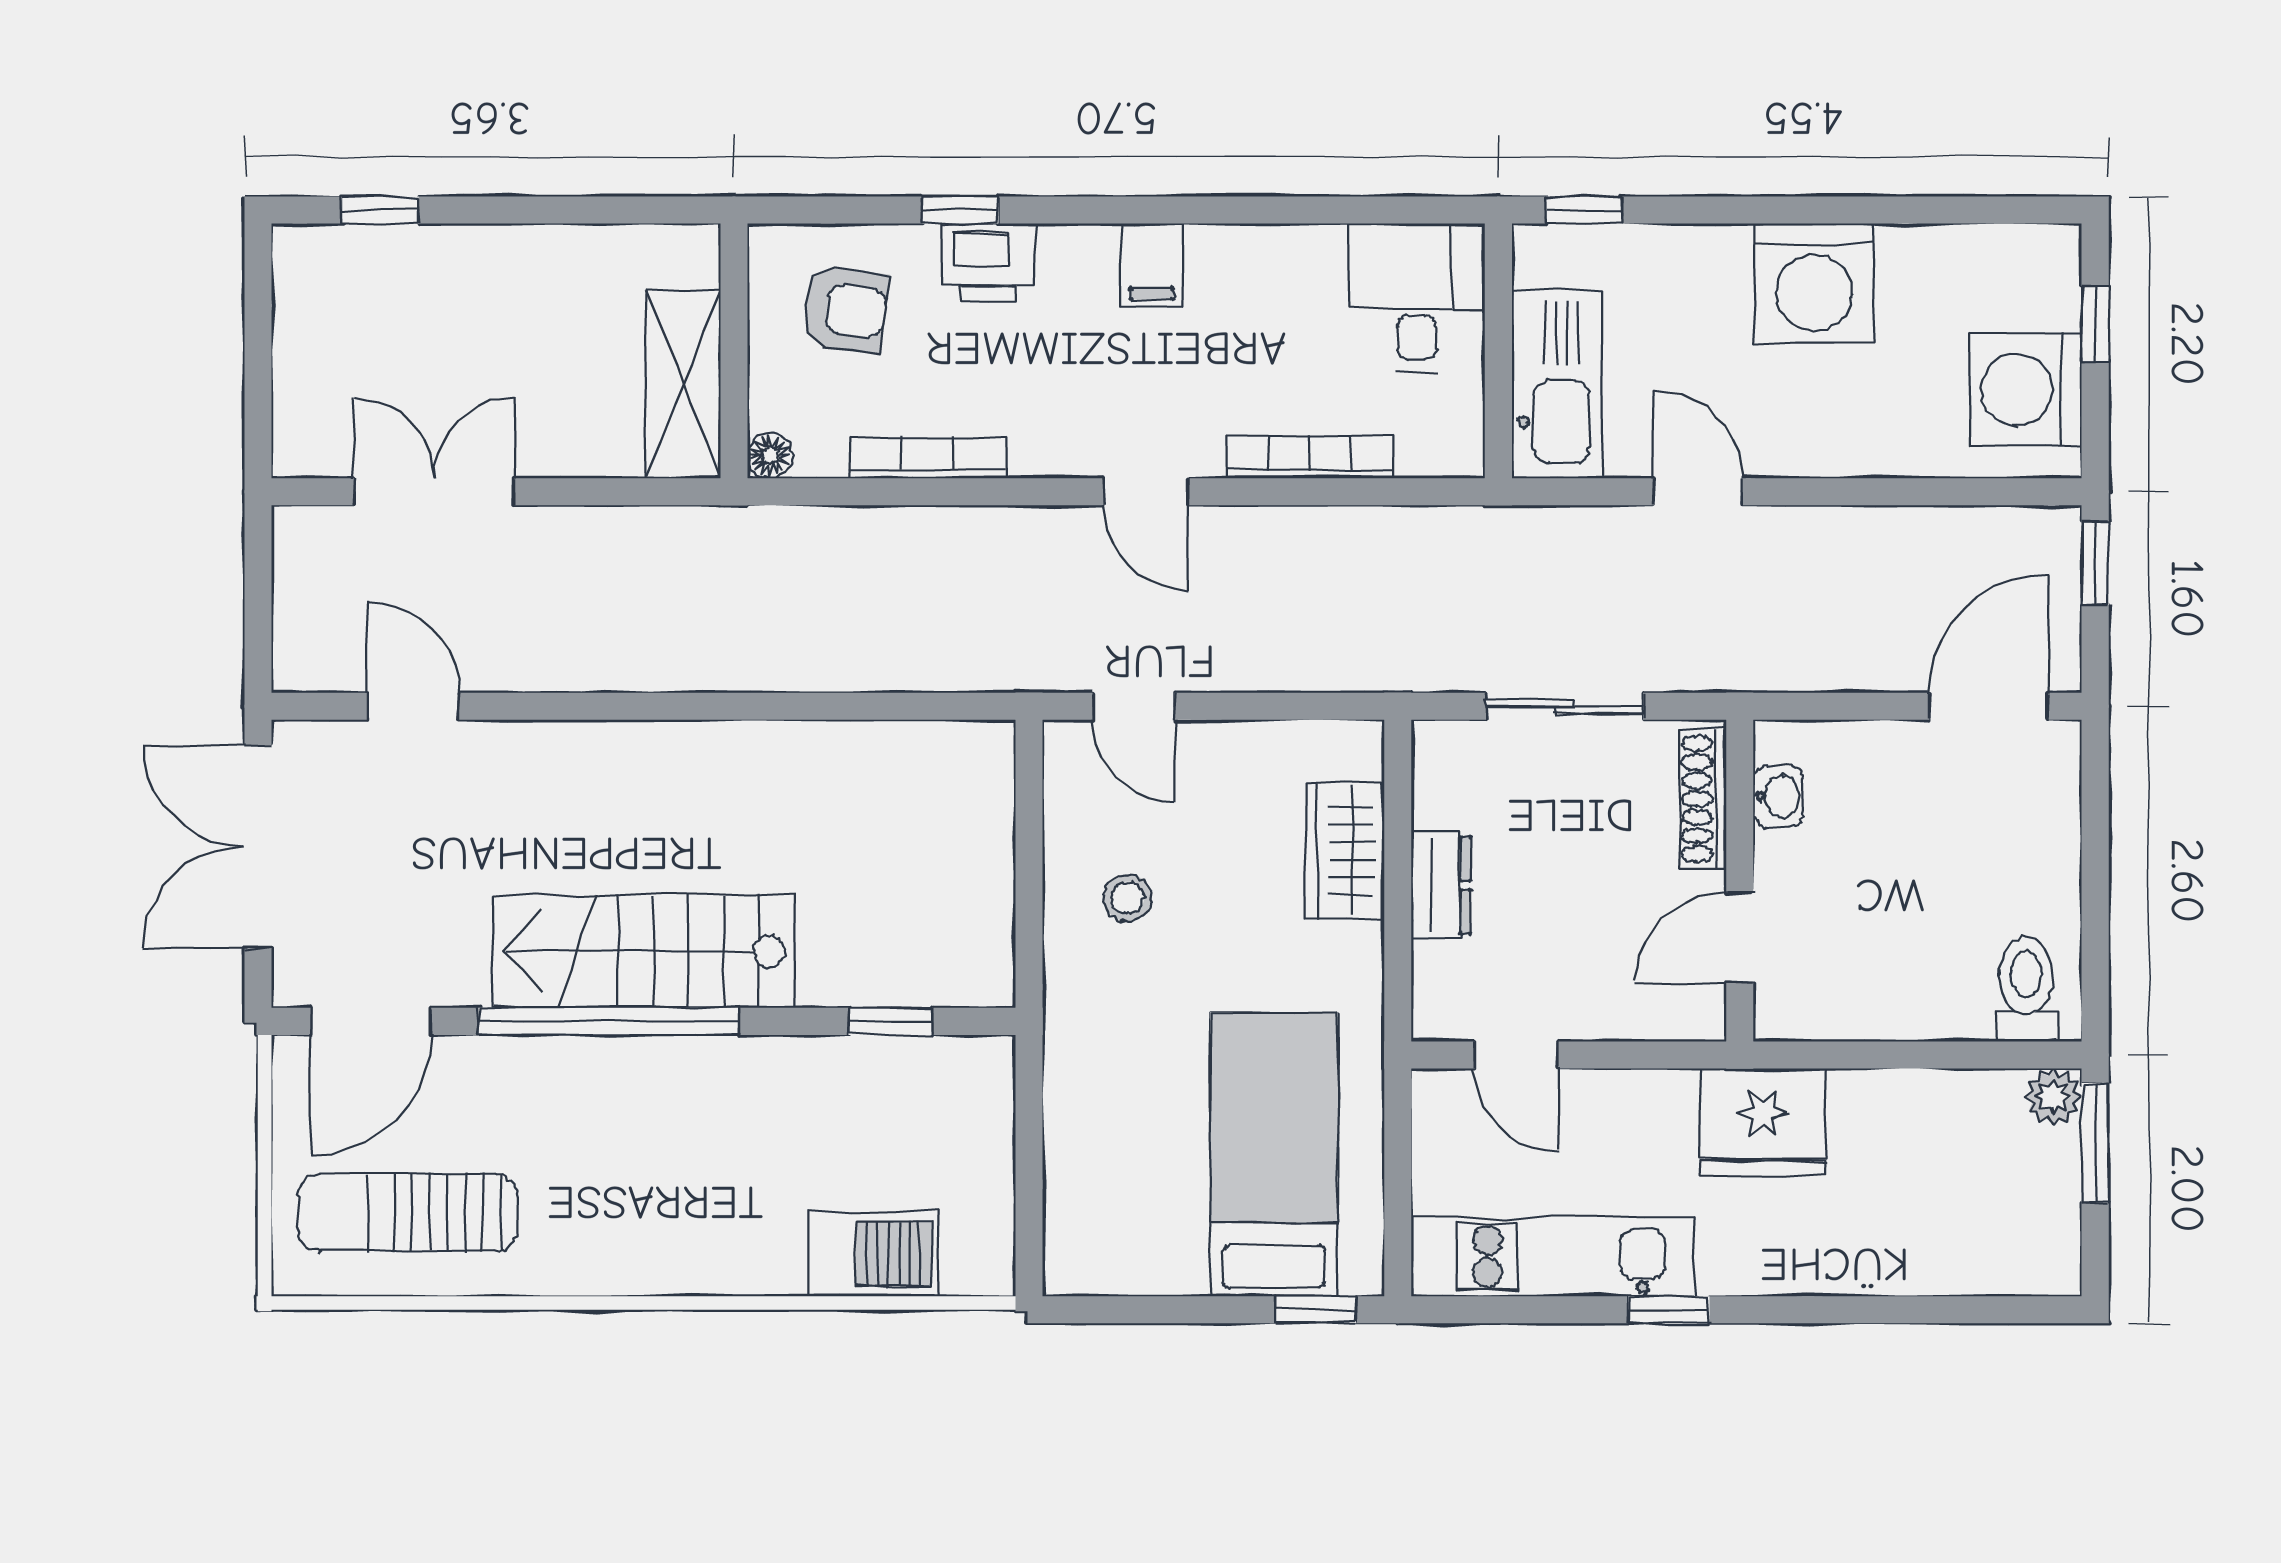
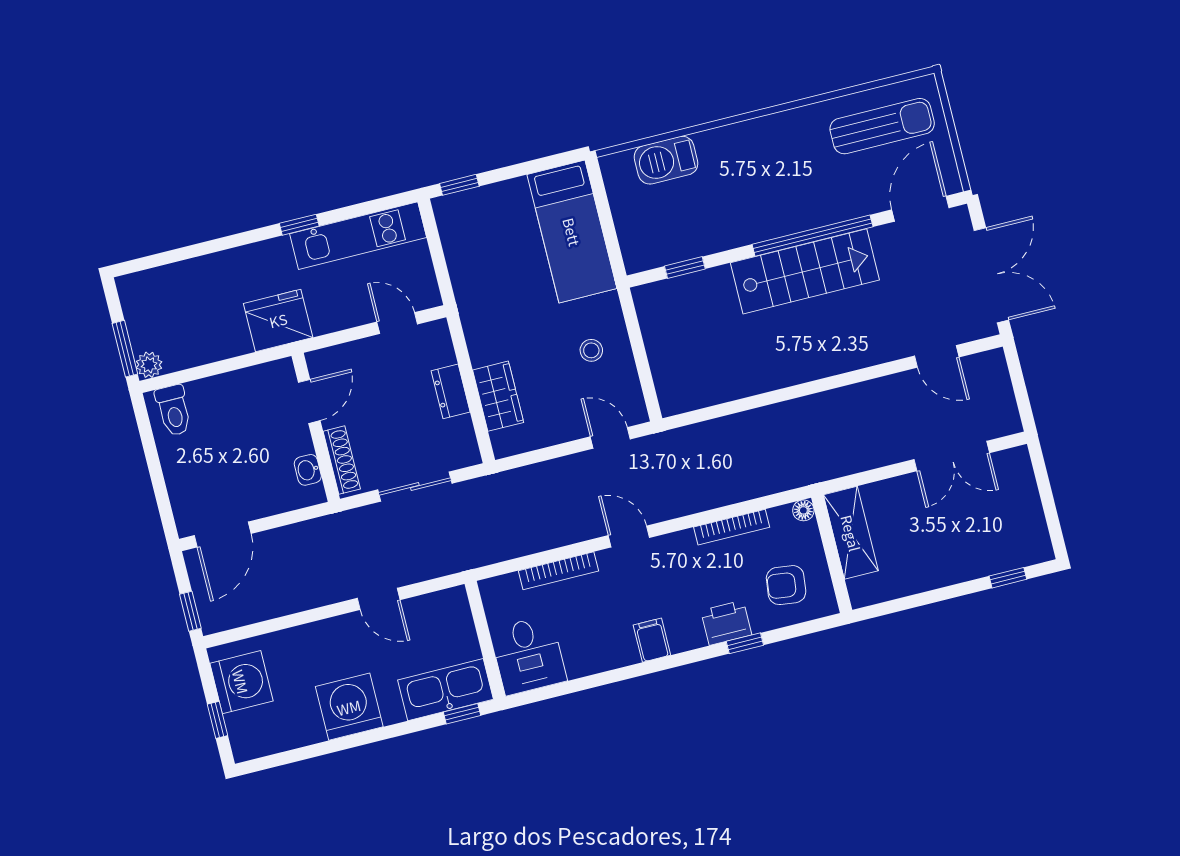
kitchen sink: (1557, 384) -> (446, 690), moved, turned 90
bed: (1274, 1154) -> (572, 232), moved

